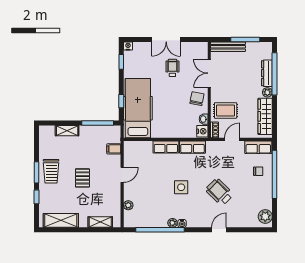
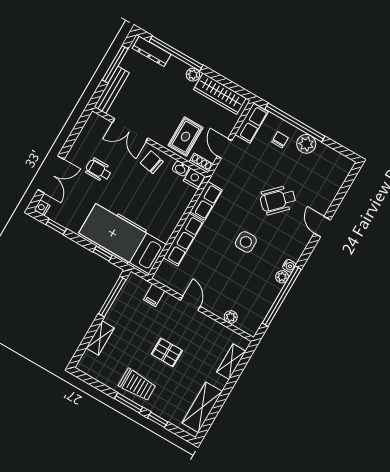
double door: (166, 40) -> (51, 174), moved
dresser: (267, 73) -> (152, 51), moved
row of seats: (166, 147) -> (183, 240), width x1.48
plant: (265, 216) -> (306, 144), moved

